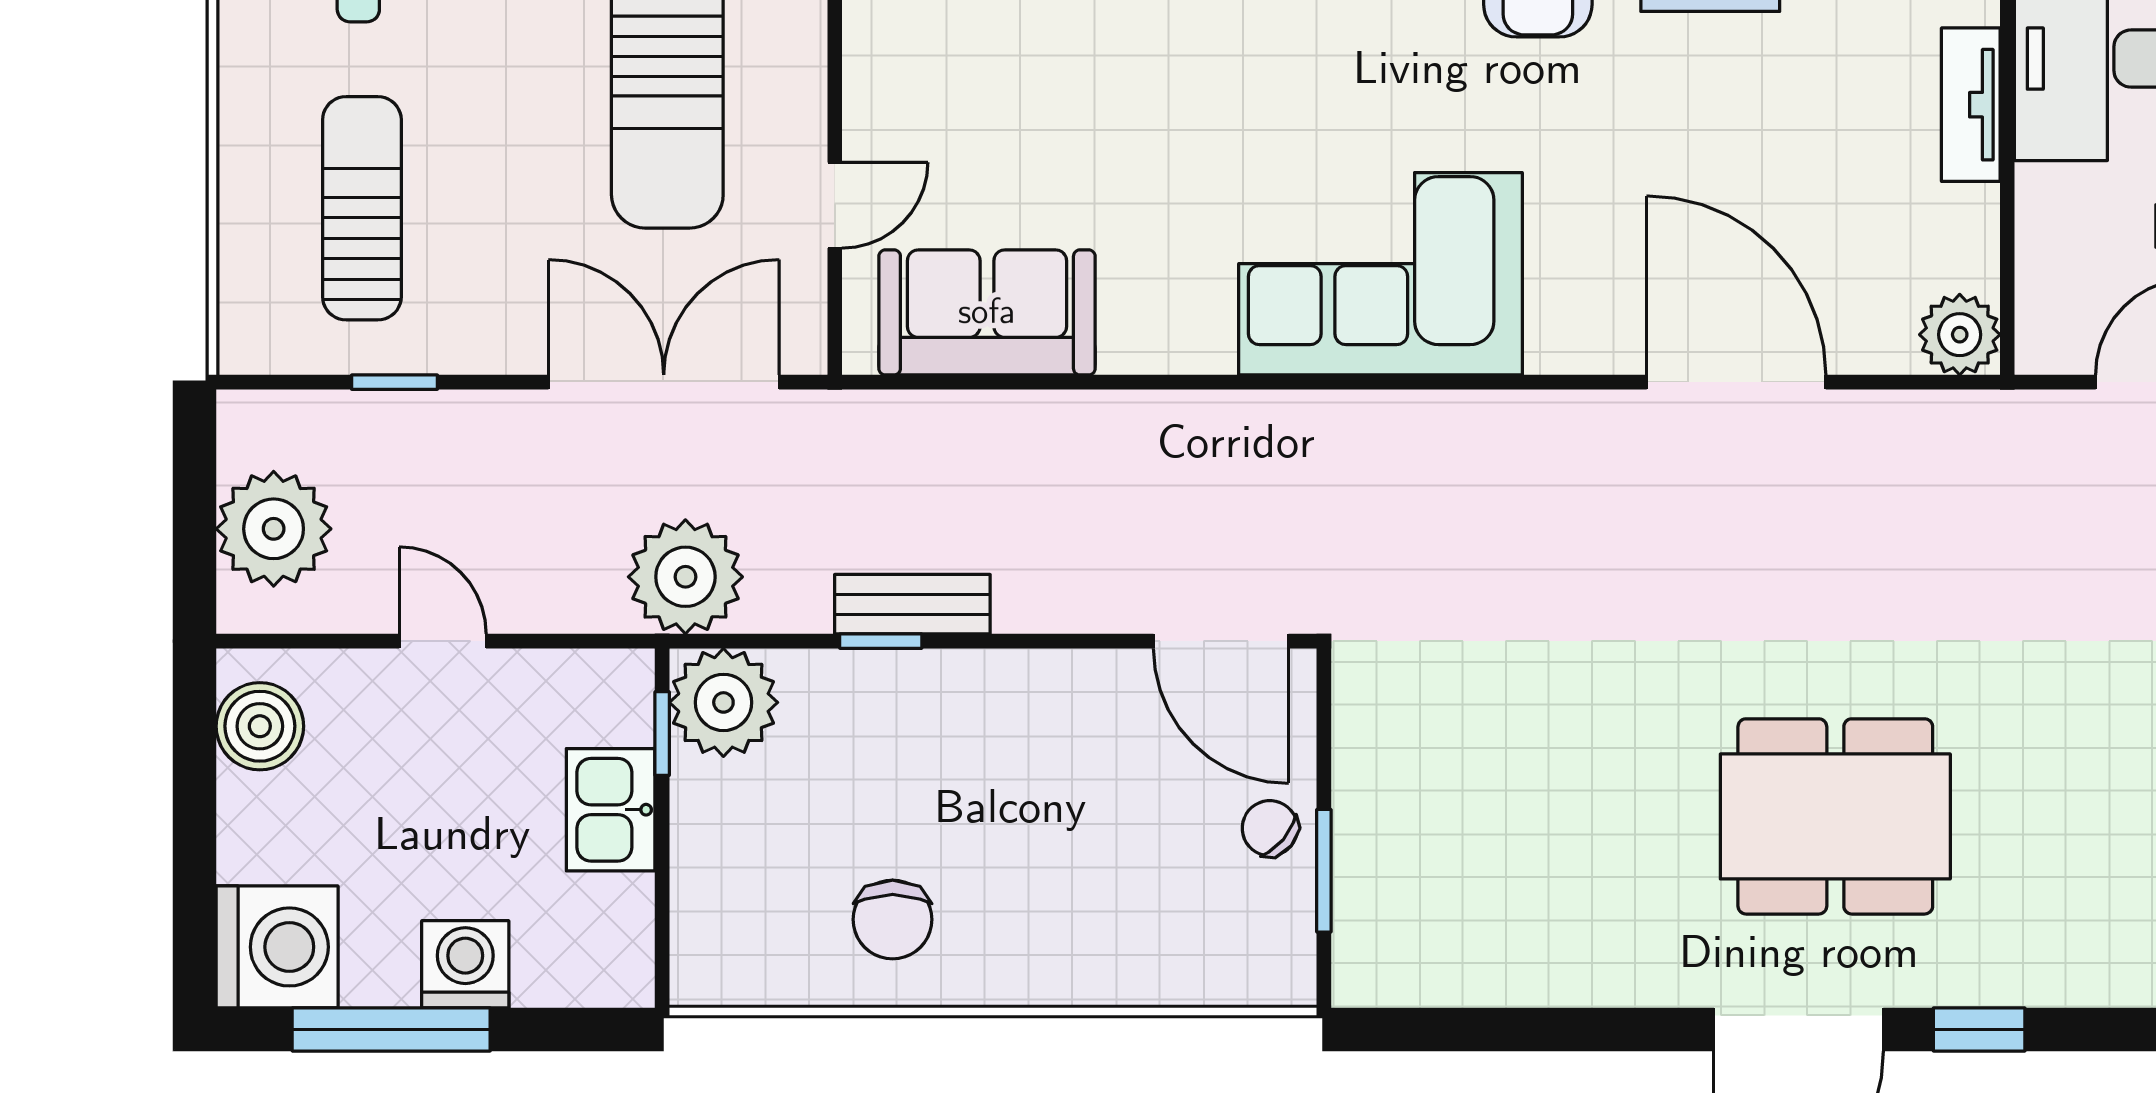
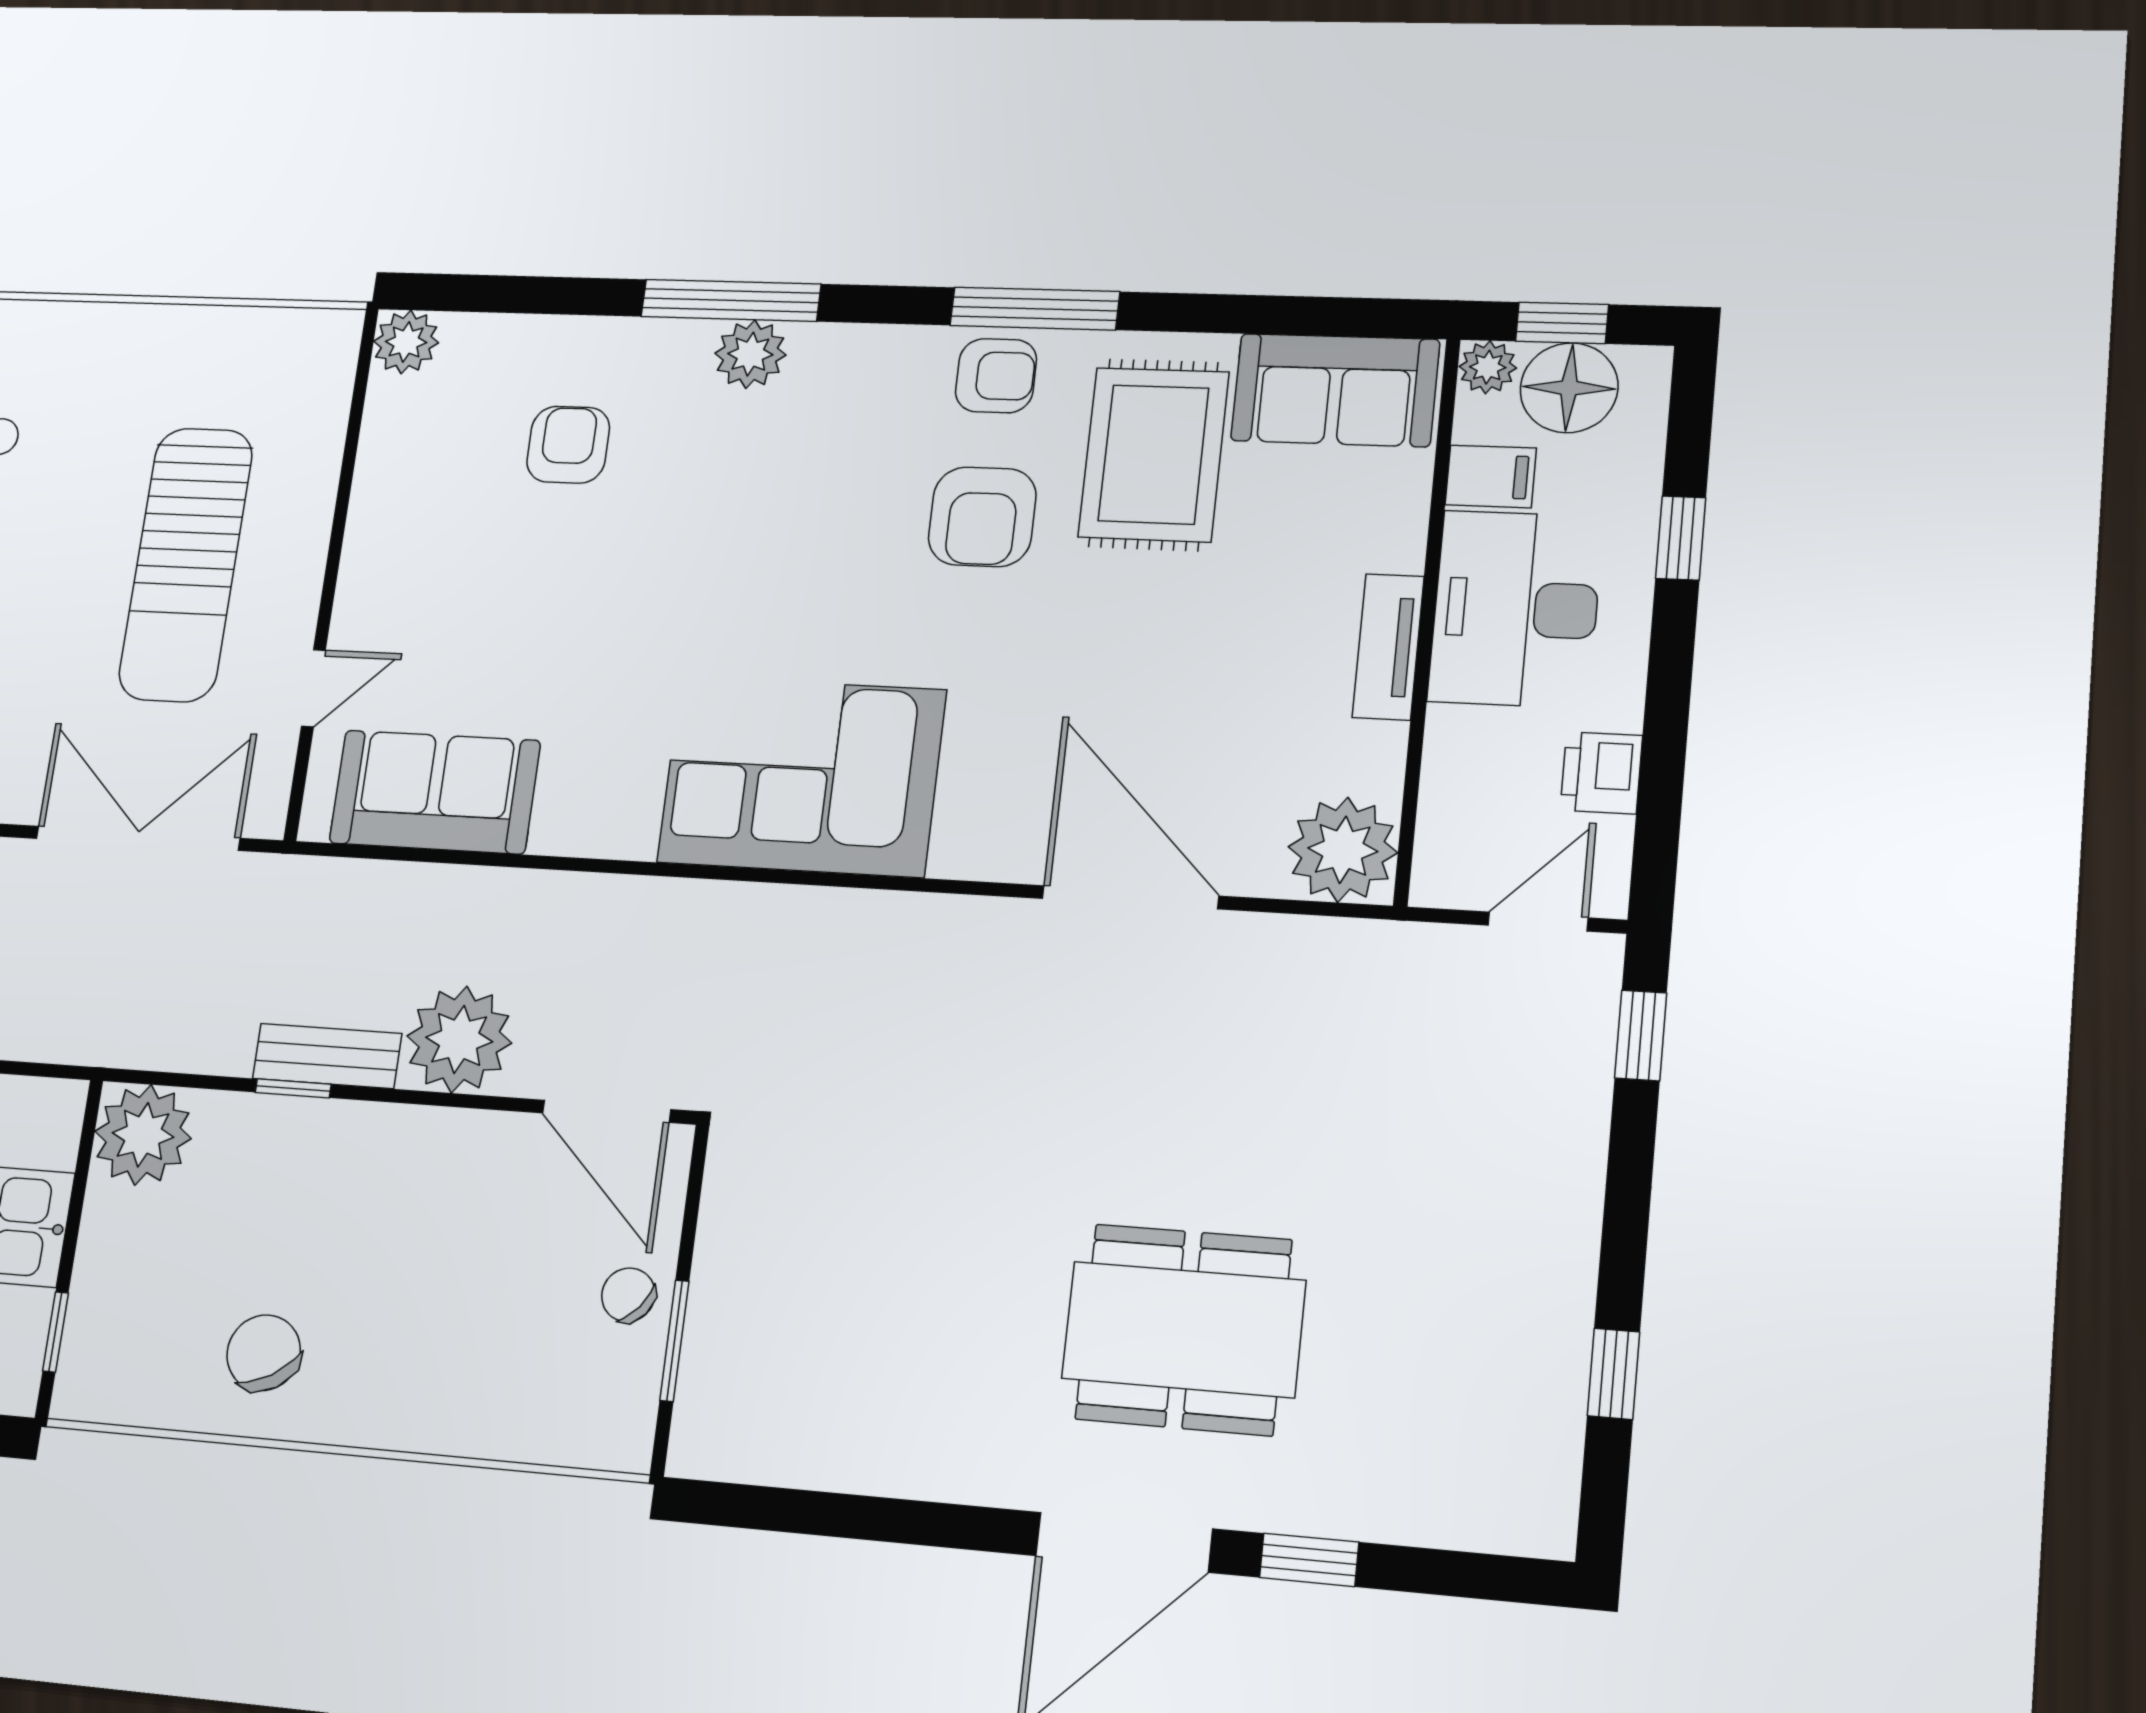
plant: (1960, 335) -> (1343, 850), width x1.36, depth x1.36
plant: (685, 577) -> (459, 1039), moved
window: (662, 734) -> (55, 1332), moved
chair: (893, 919) -> (264, 1353), turned 150

